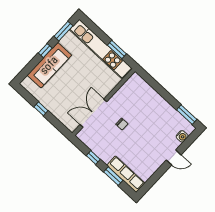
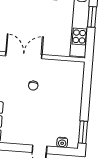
window: (117, 49) -> (92, 17), moved

